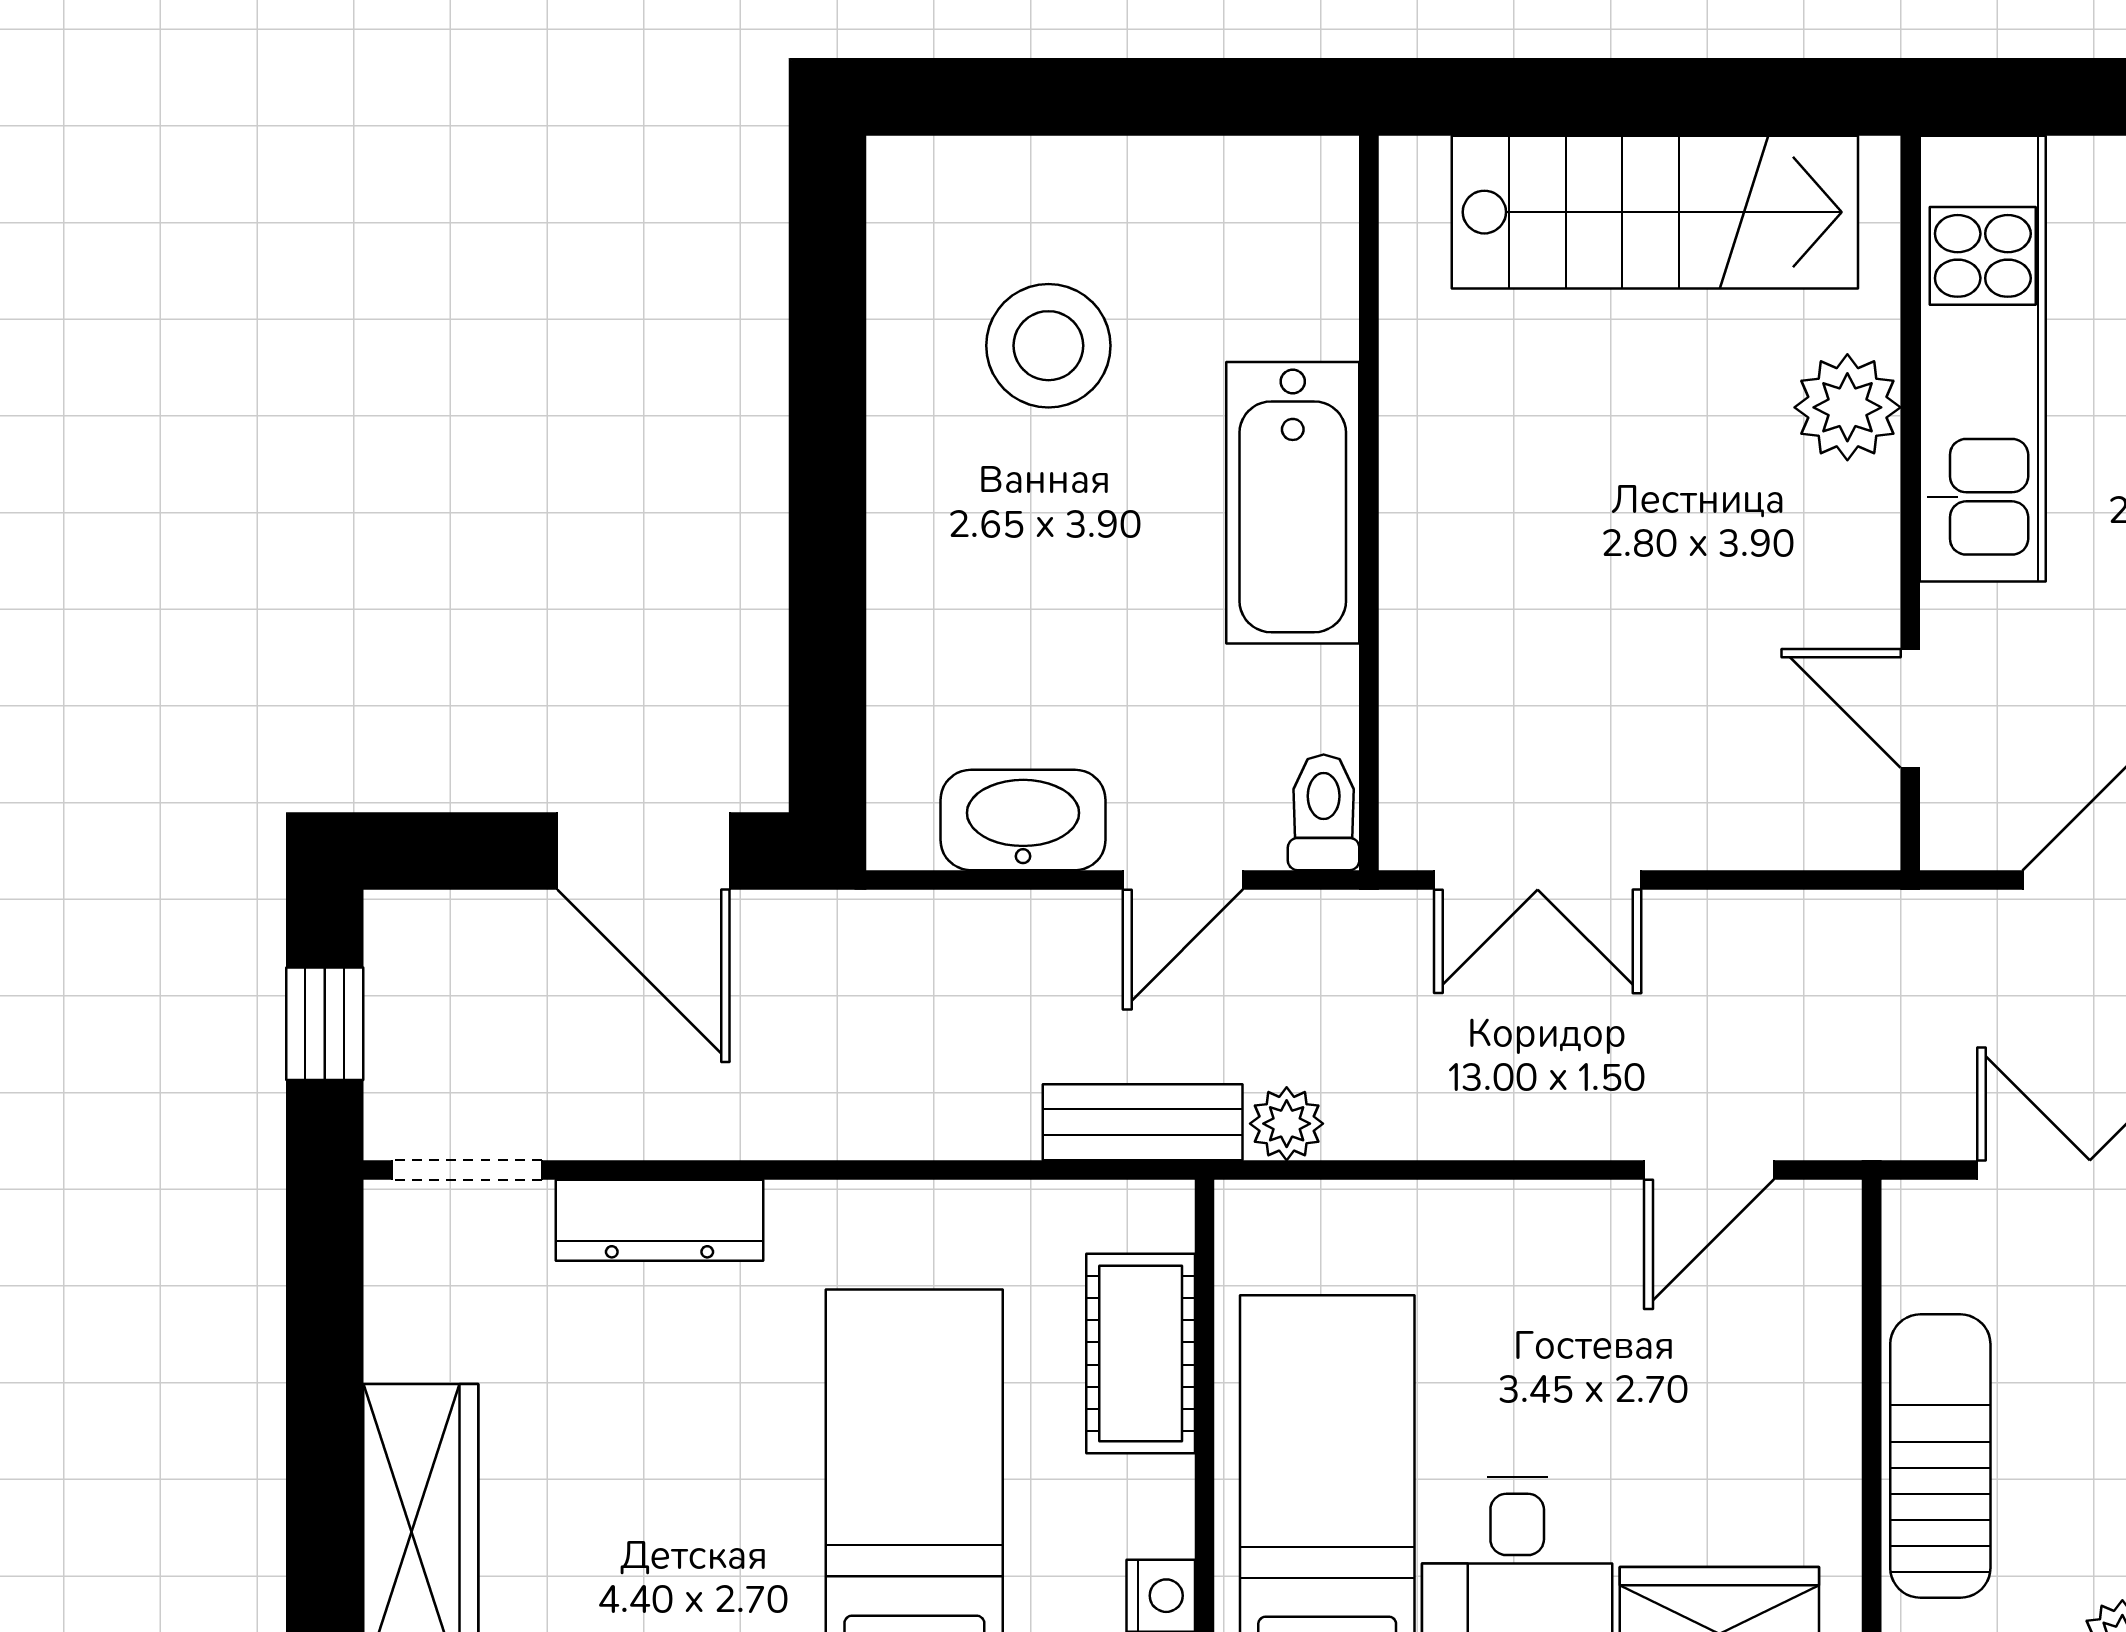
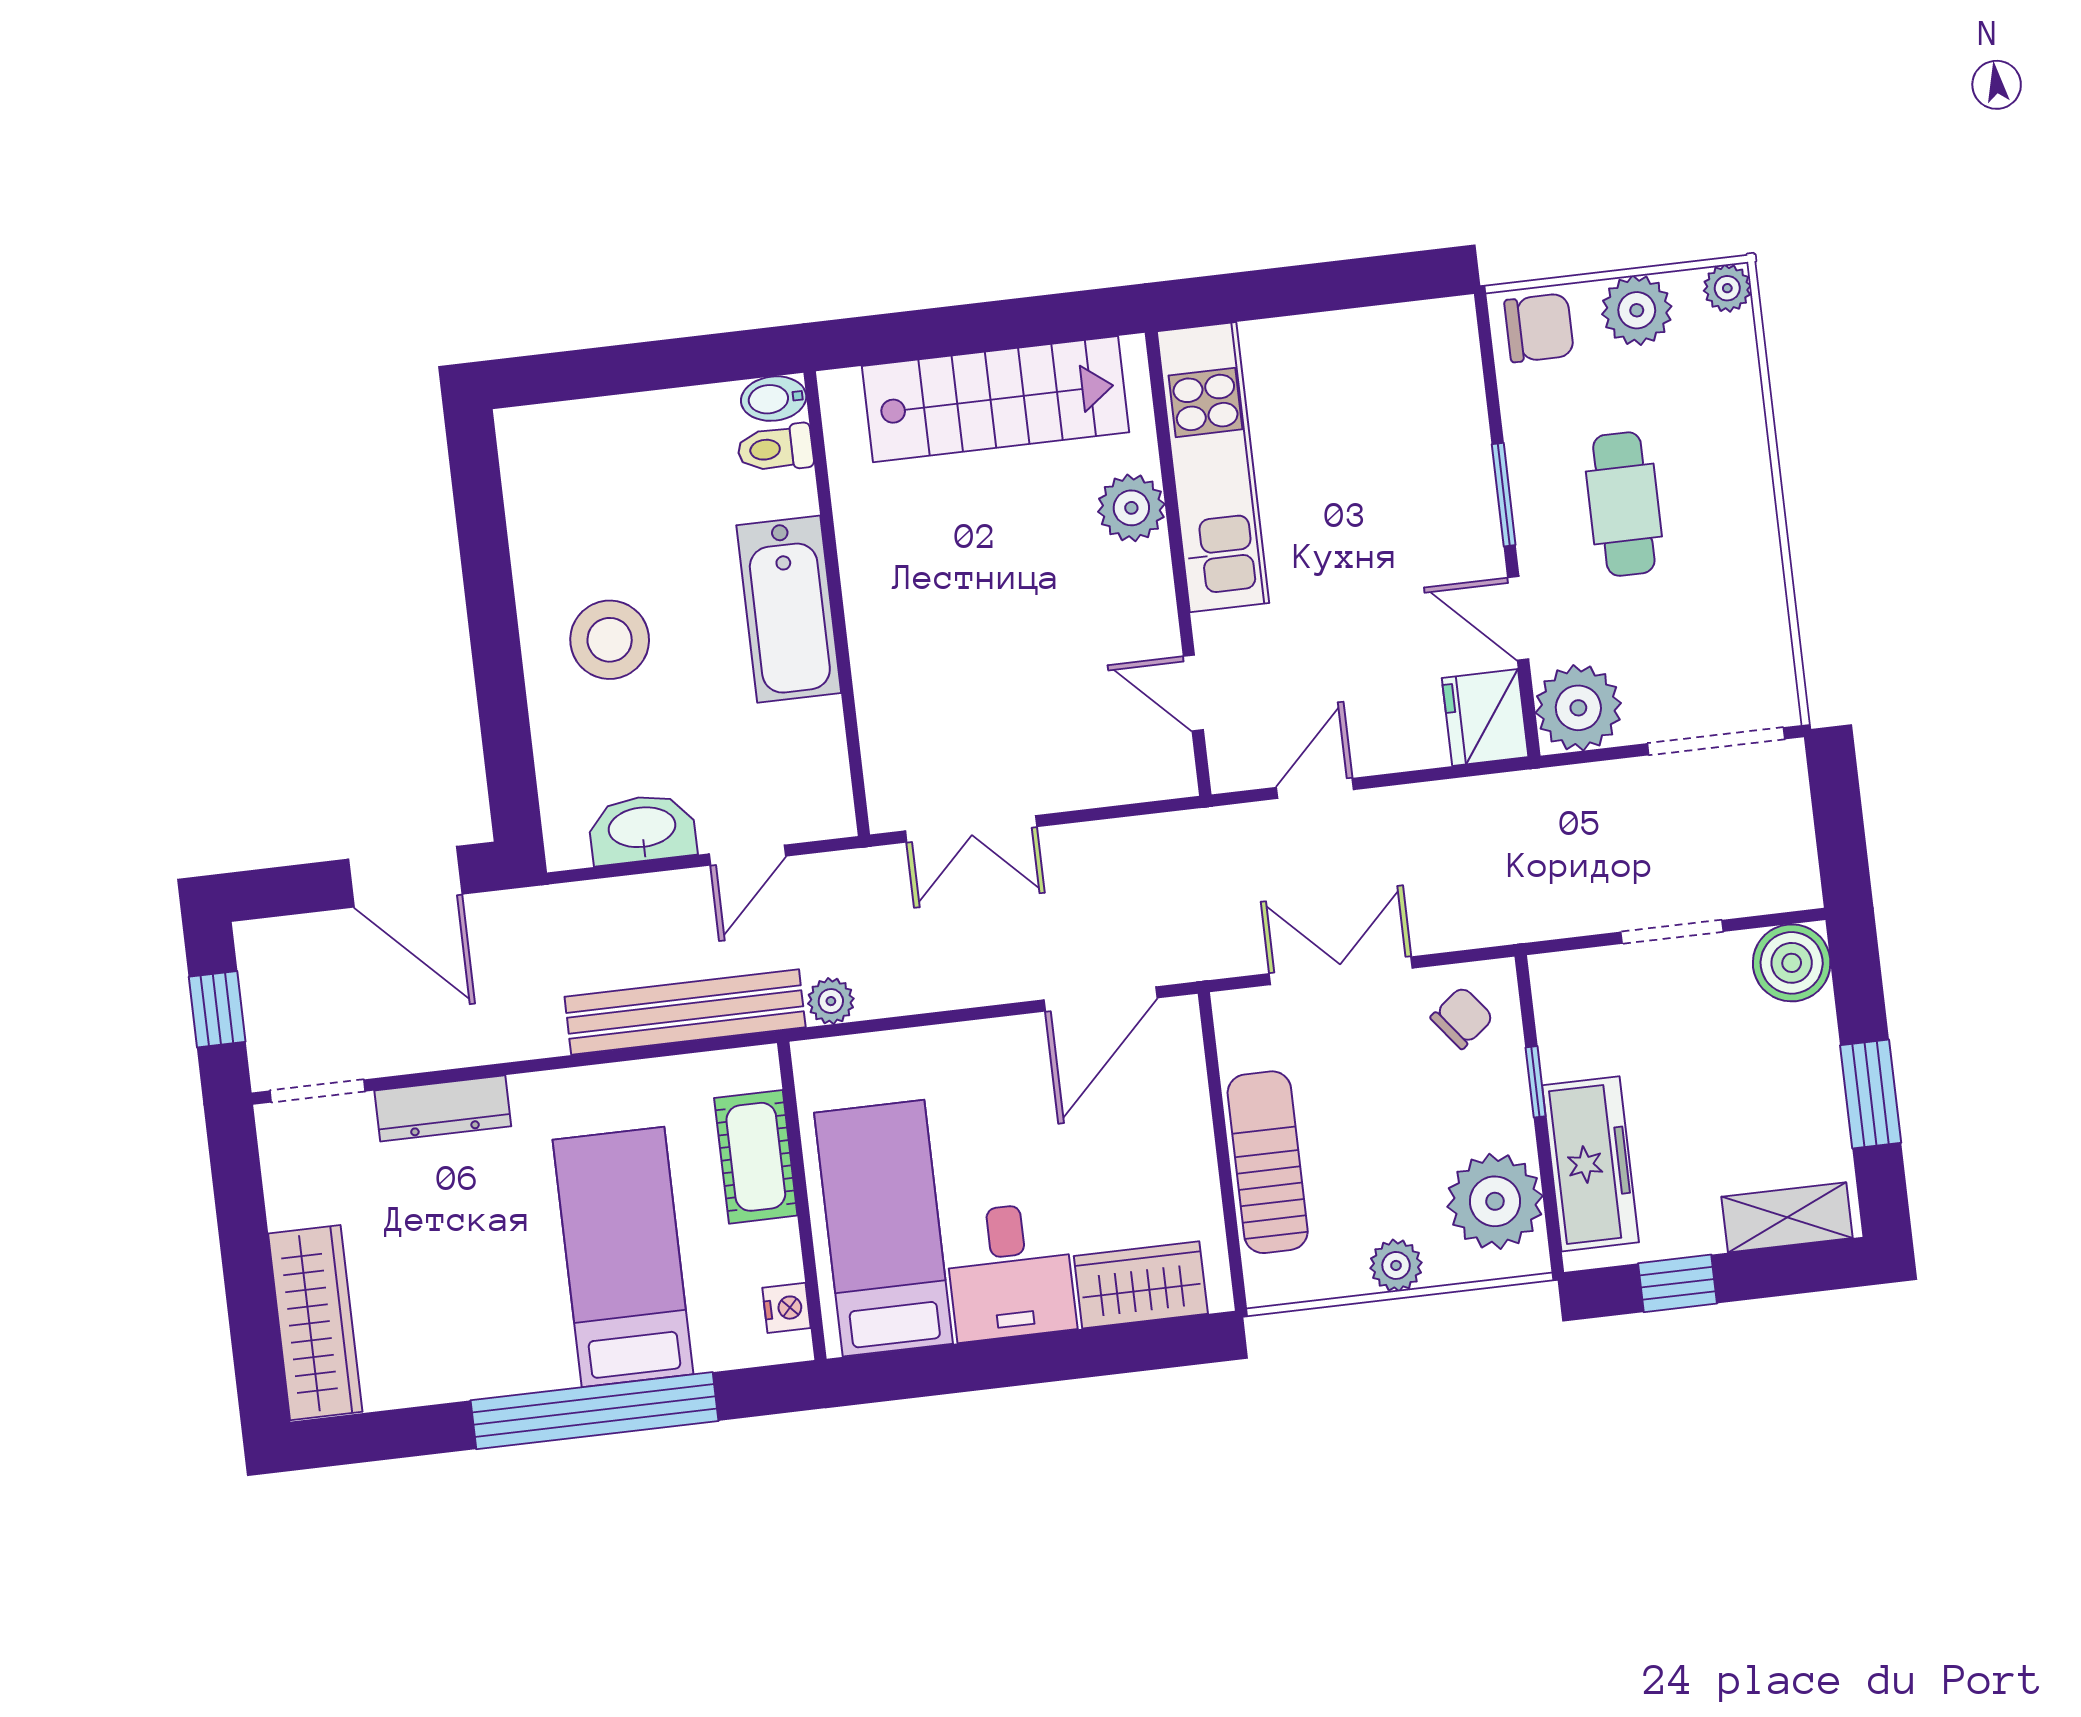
bidet: (1308, 171) -> (774, 399), added
stool: (1048, 346) -> (610, 640), moved
toilet: (1324, 812) -> (775, 448), moved, turned -90
bench: (1143, 1122) -> (685, 1012), width x1.86, depth x1.21
door: (1709, 1170) -> (1101, 999), width x1.38

